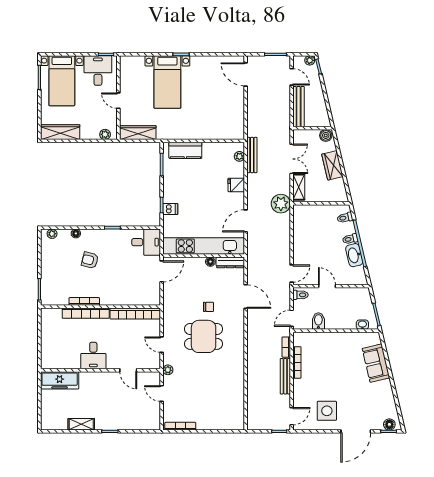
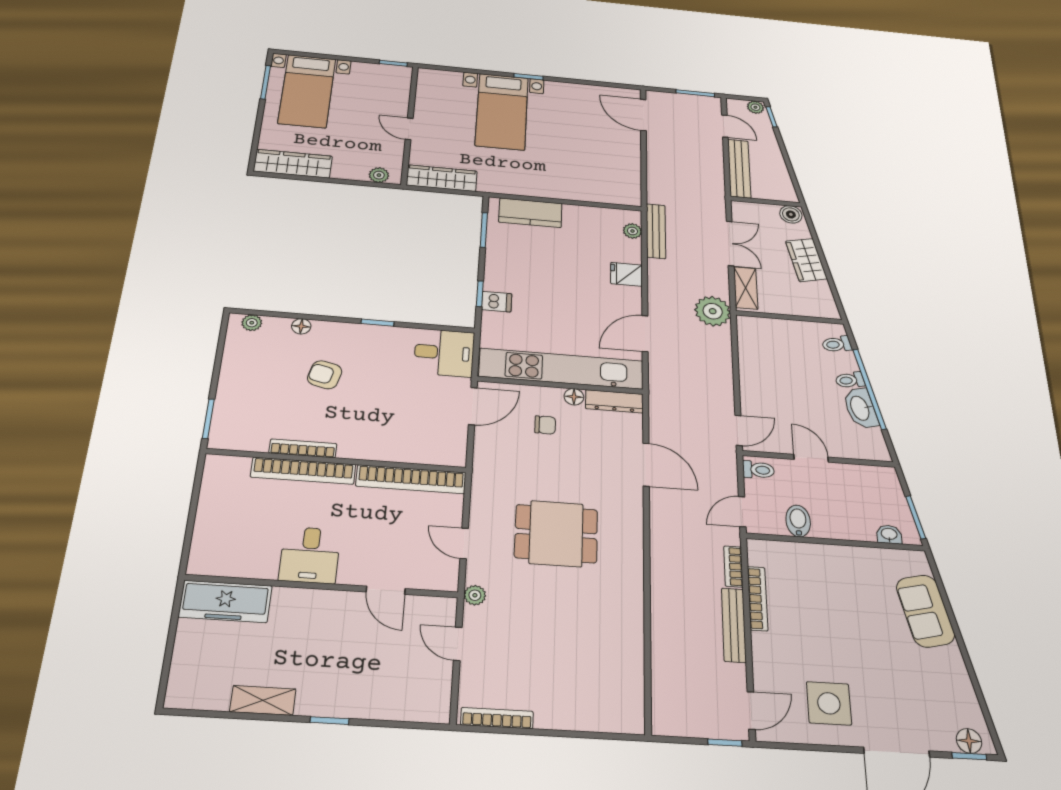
desk: (98, 71) -> (376, 84), removed
chair: (208, 307) -> (545, 425), moved

